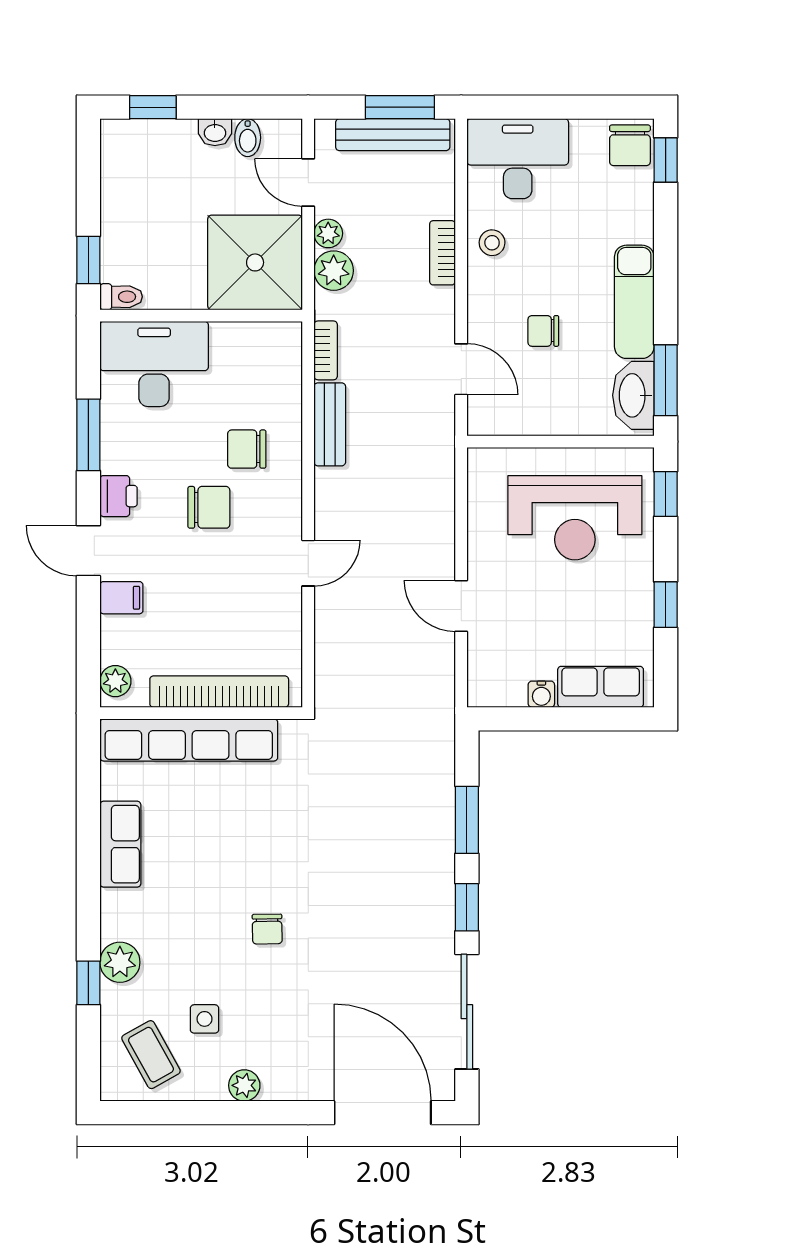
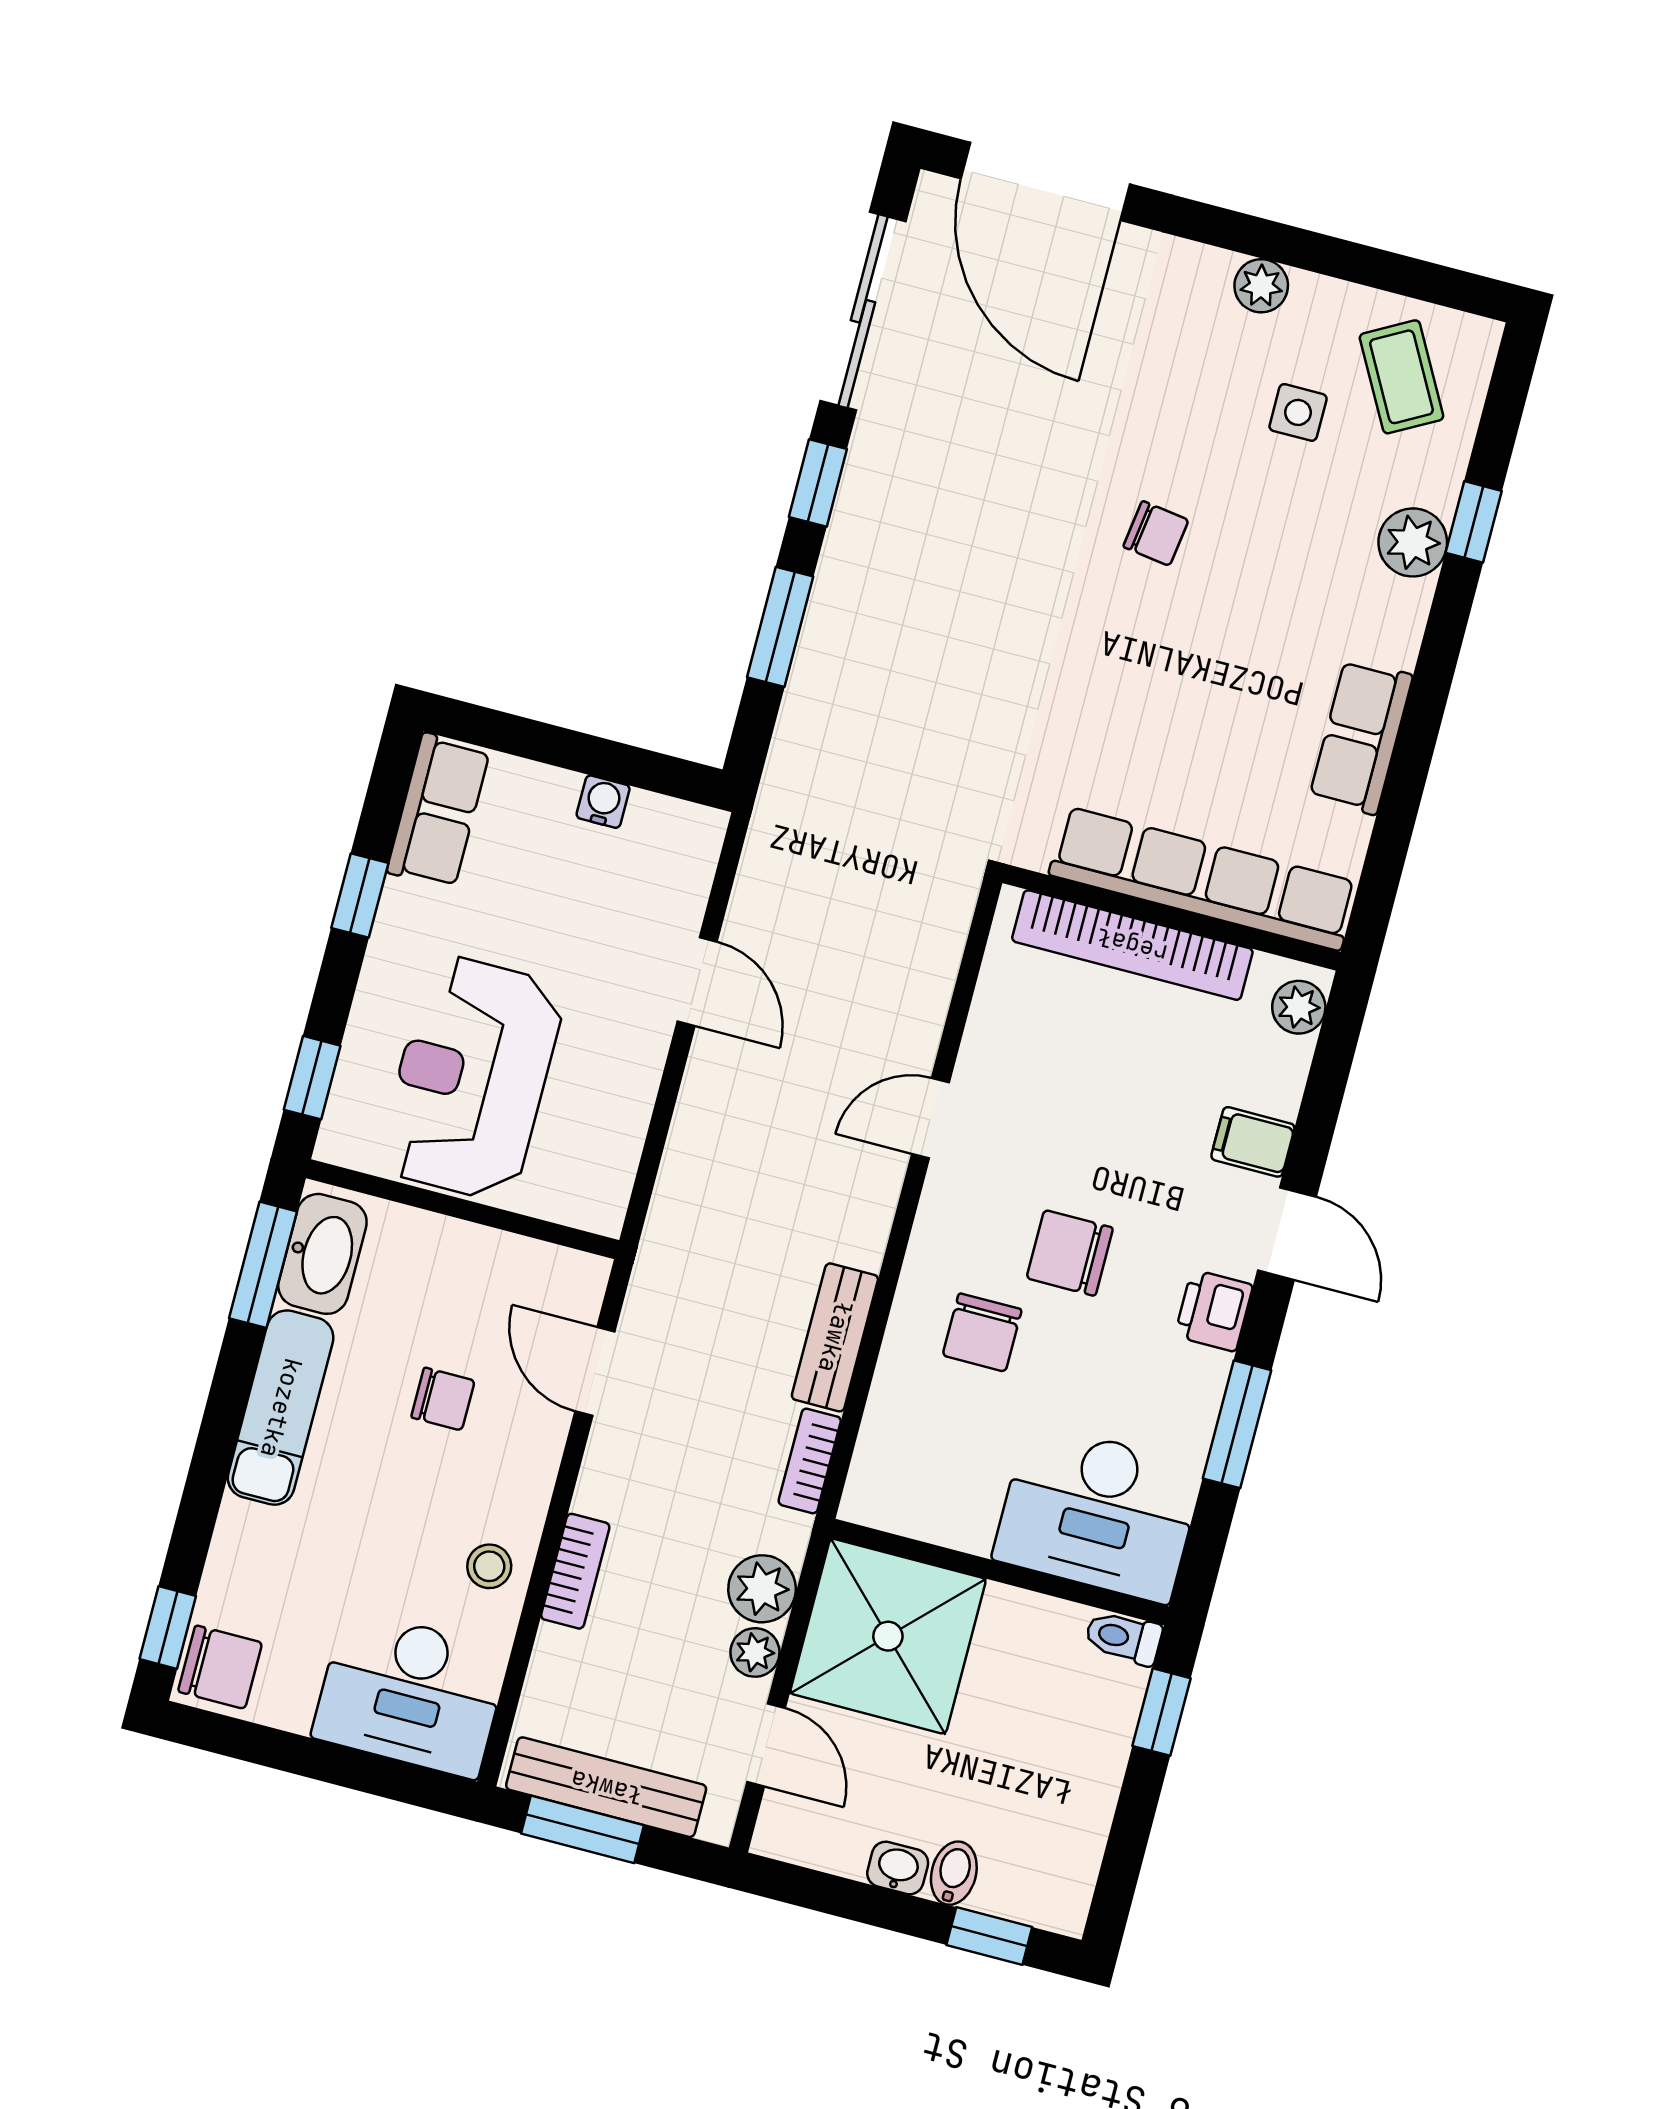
bidet: (248, 138) -> (954, 1873), moved
chair: (630, 145) -> (220, 1667), turned 90
chair: (247, 449) -> (982, 1332), turned 90
reception desk: (575, 518) -> (472, 1078), turned -90
row of seats: (601, 687) -> (438, 811), moved, turned -90
chair: (267, 929) -> (1156, 533), turned 99

